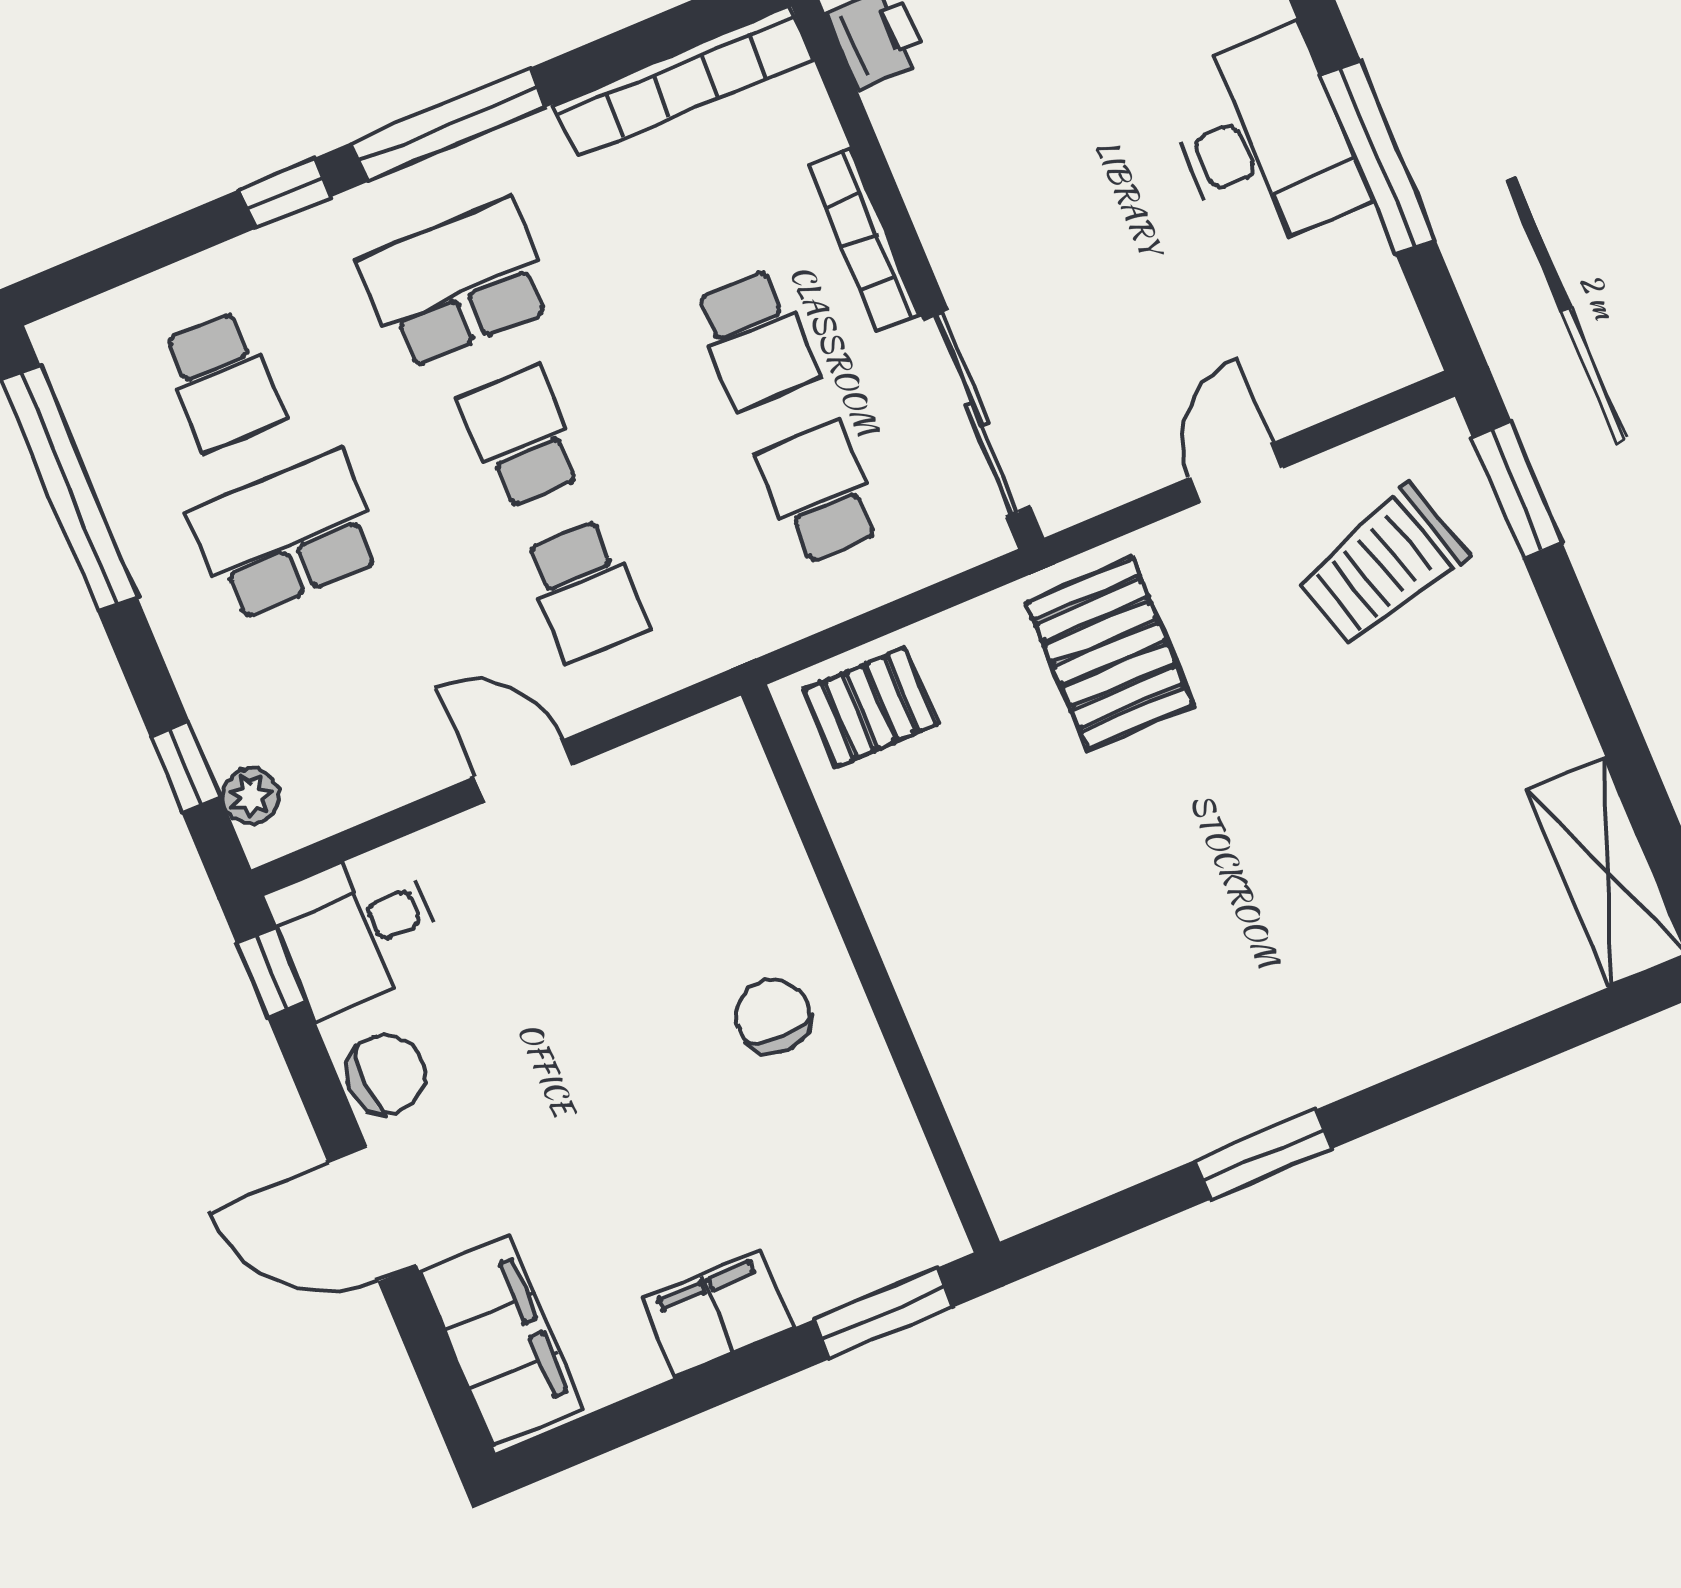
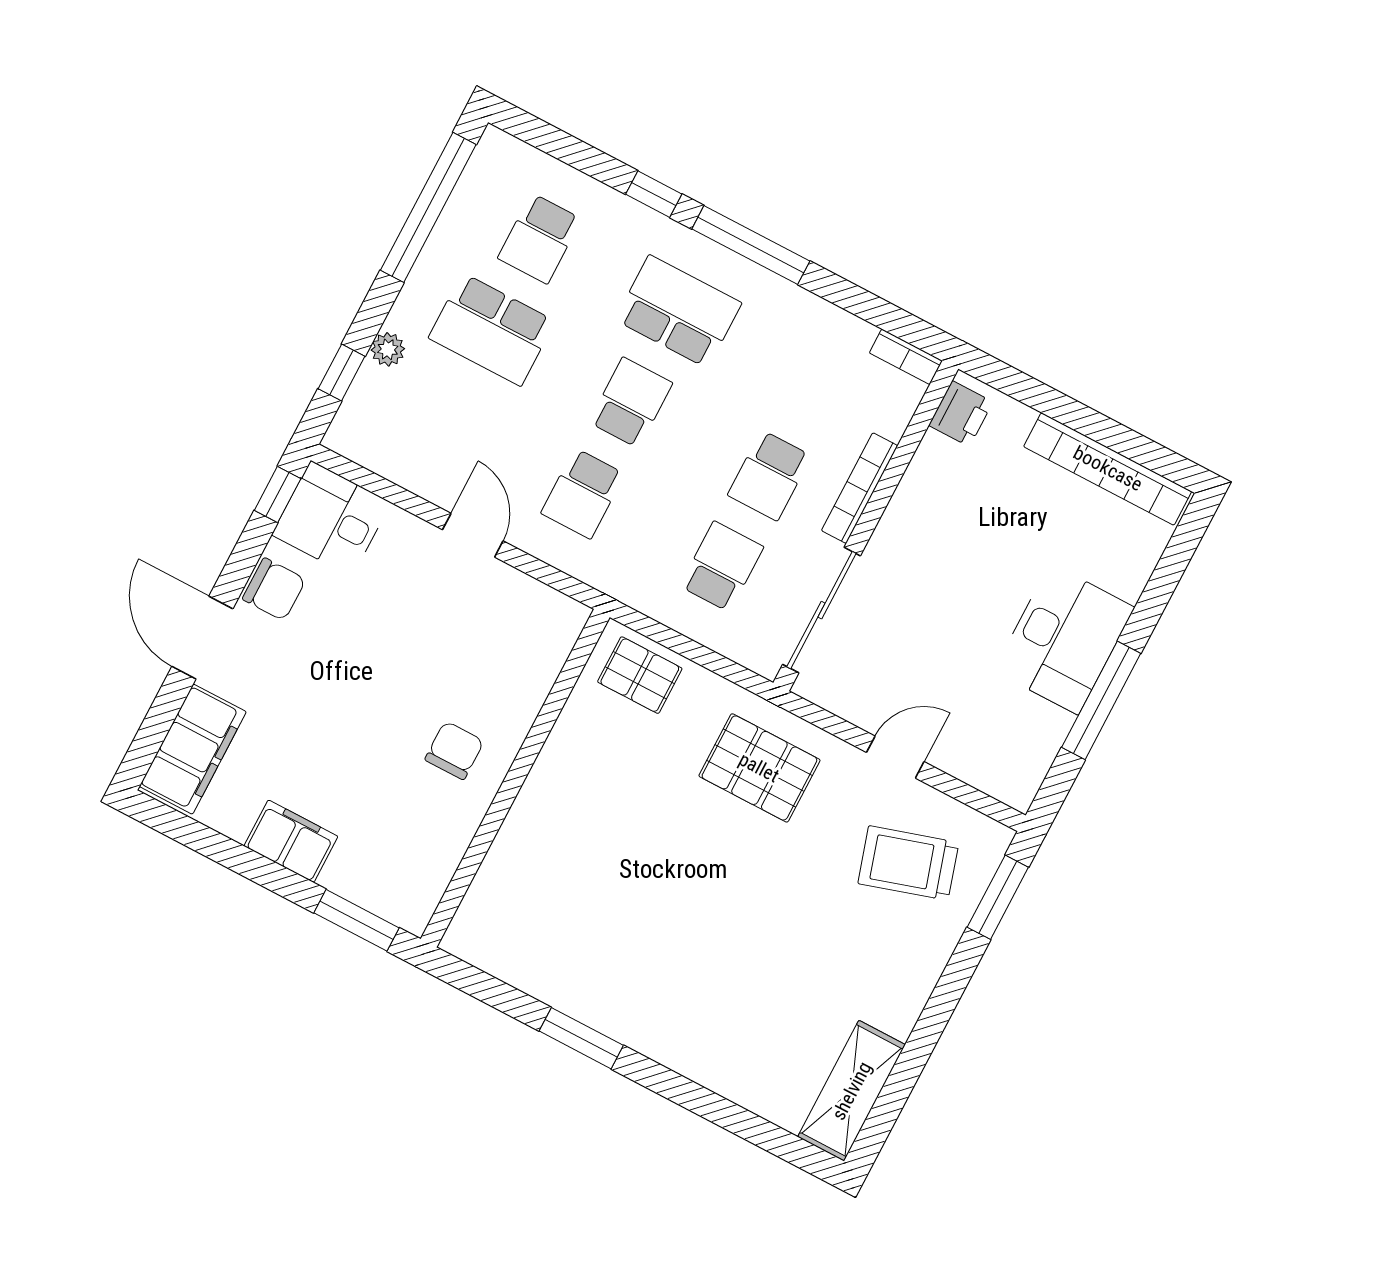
bookcase: (683, 81) -> (906, 357), width x0.43, depth x0.76
school desk: (287, 535) -> (492, 330), turned 180
pallet: (1110, 653) -> (759, 768), turned 90
plant: (251, 796) -> (388, 349), moved

